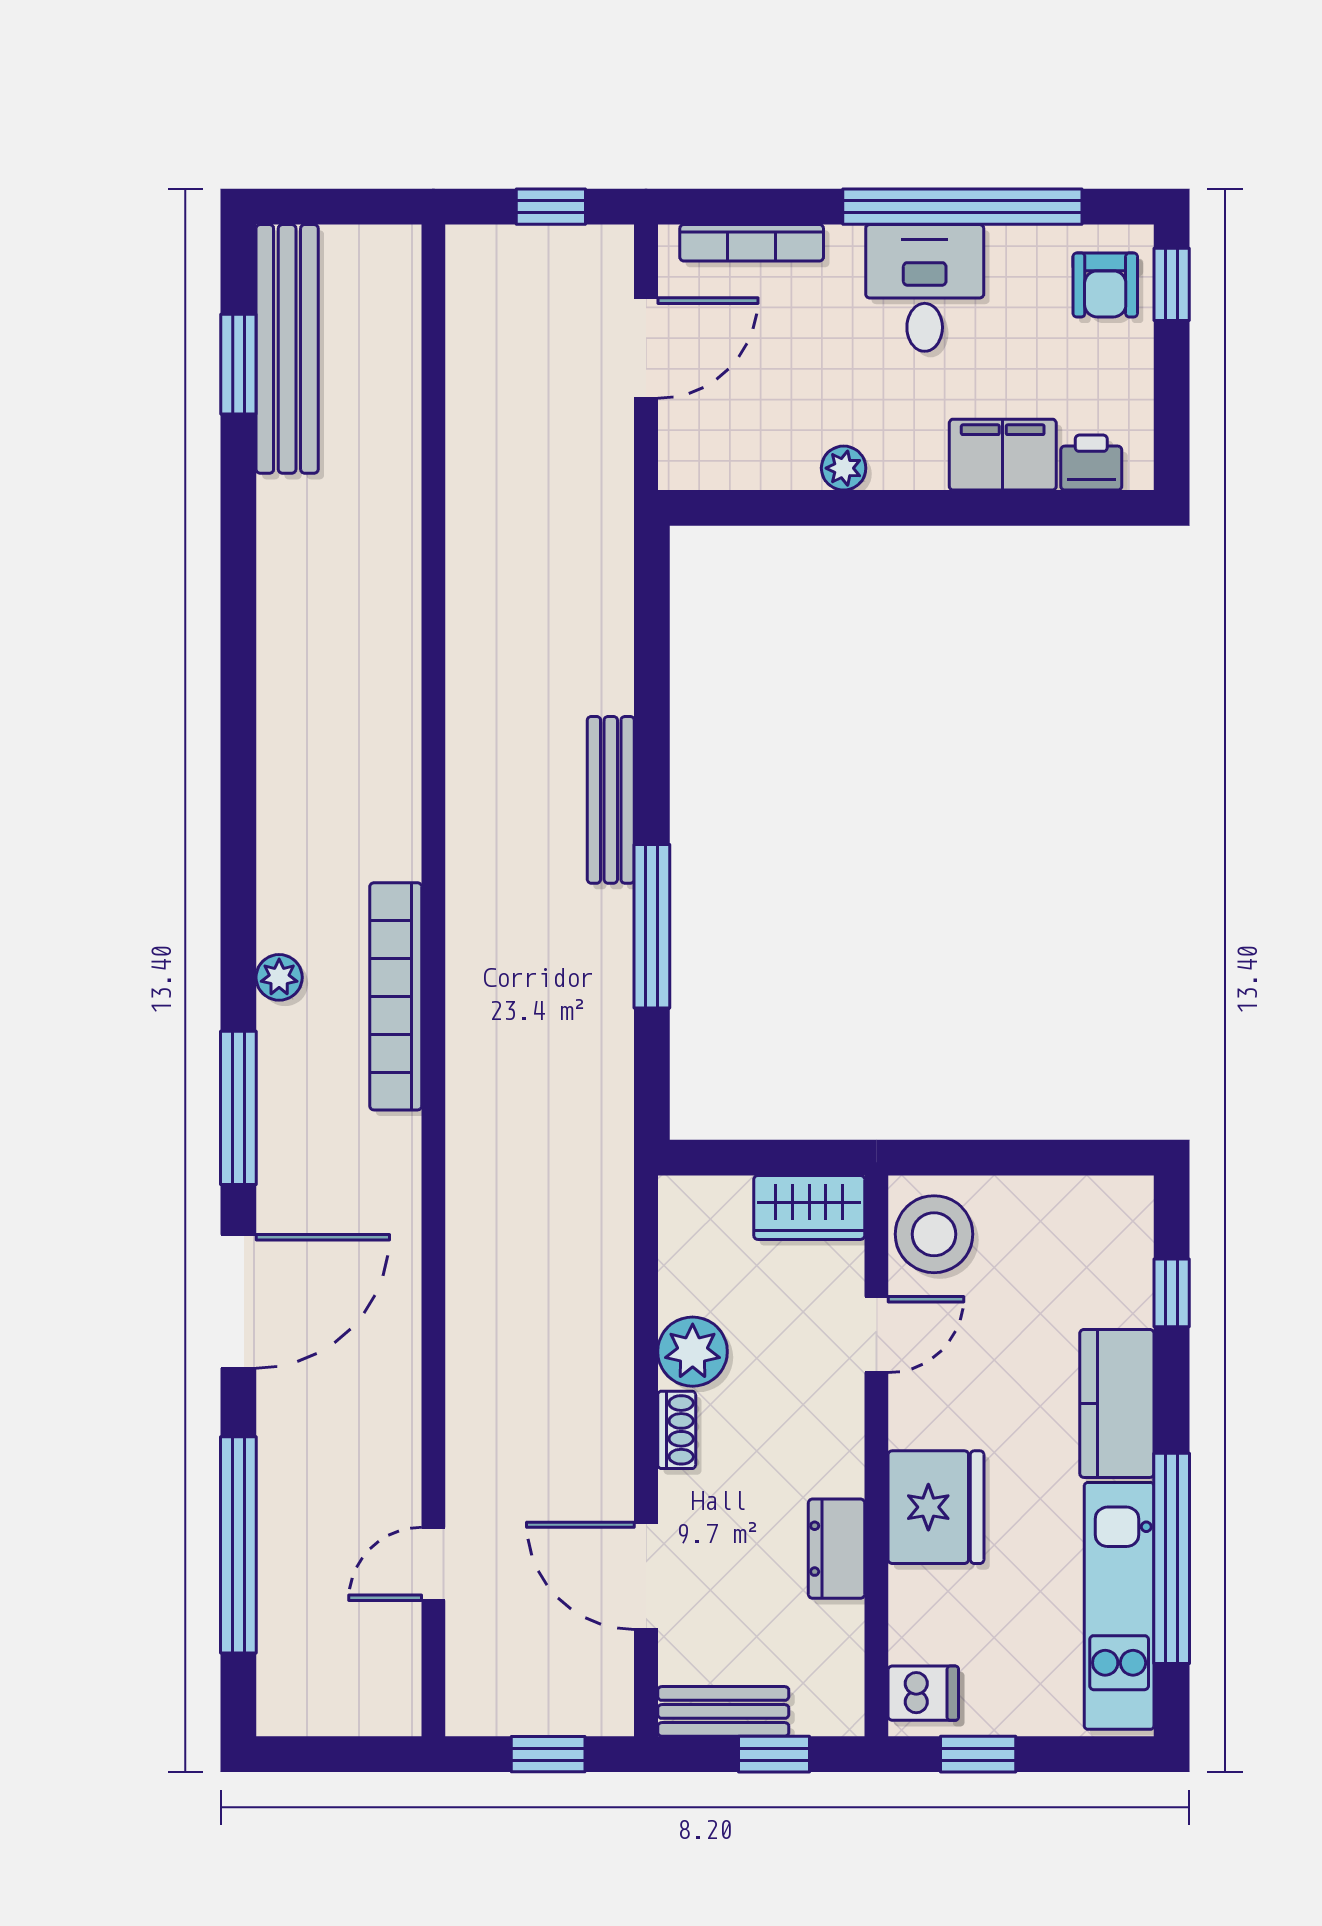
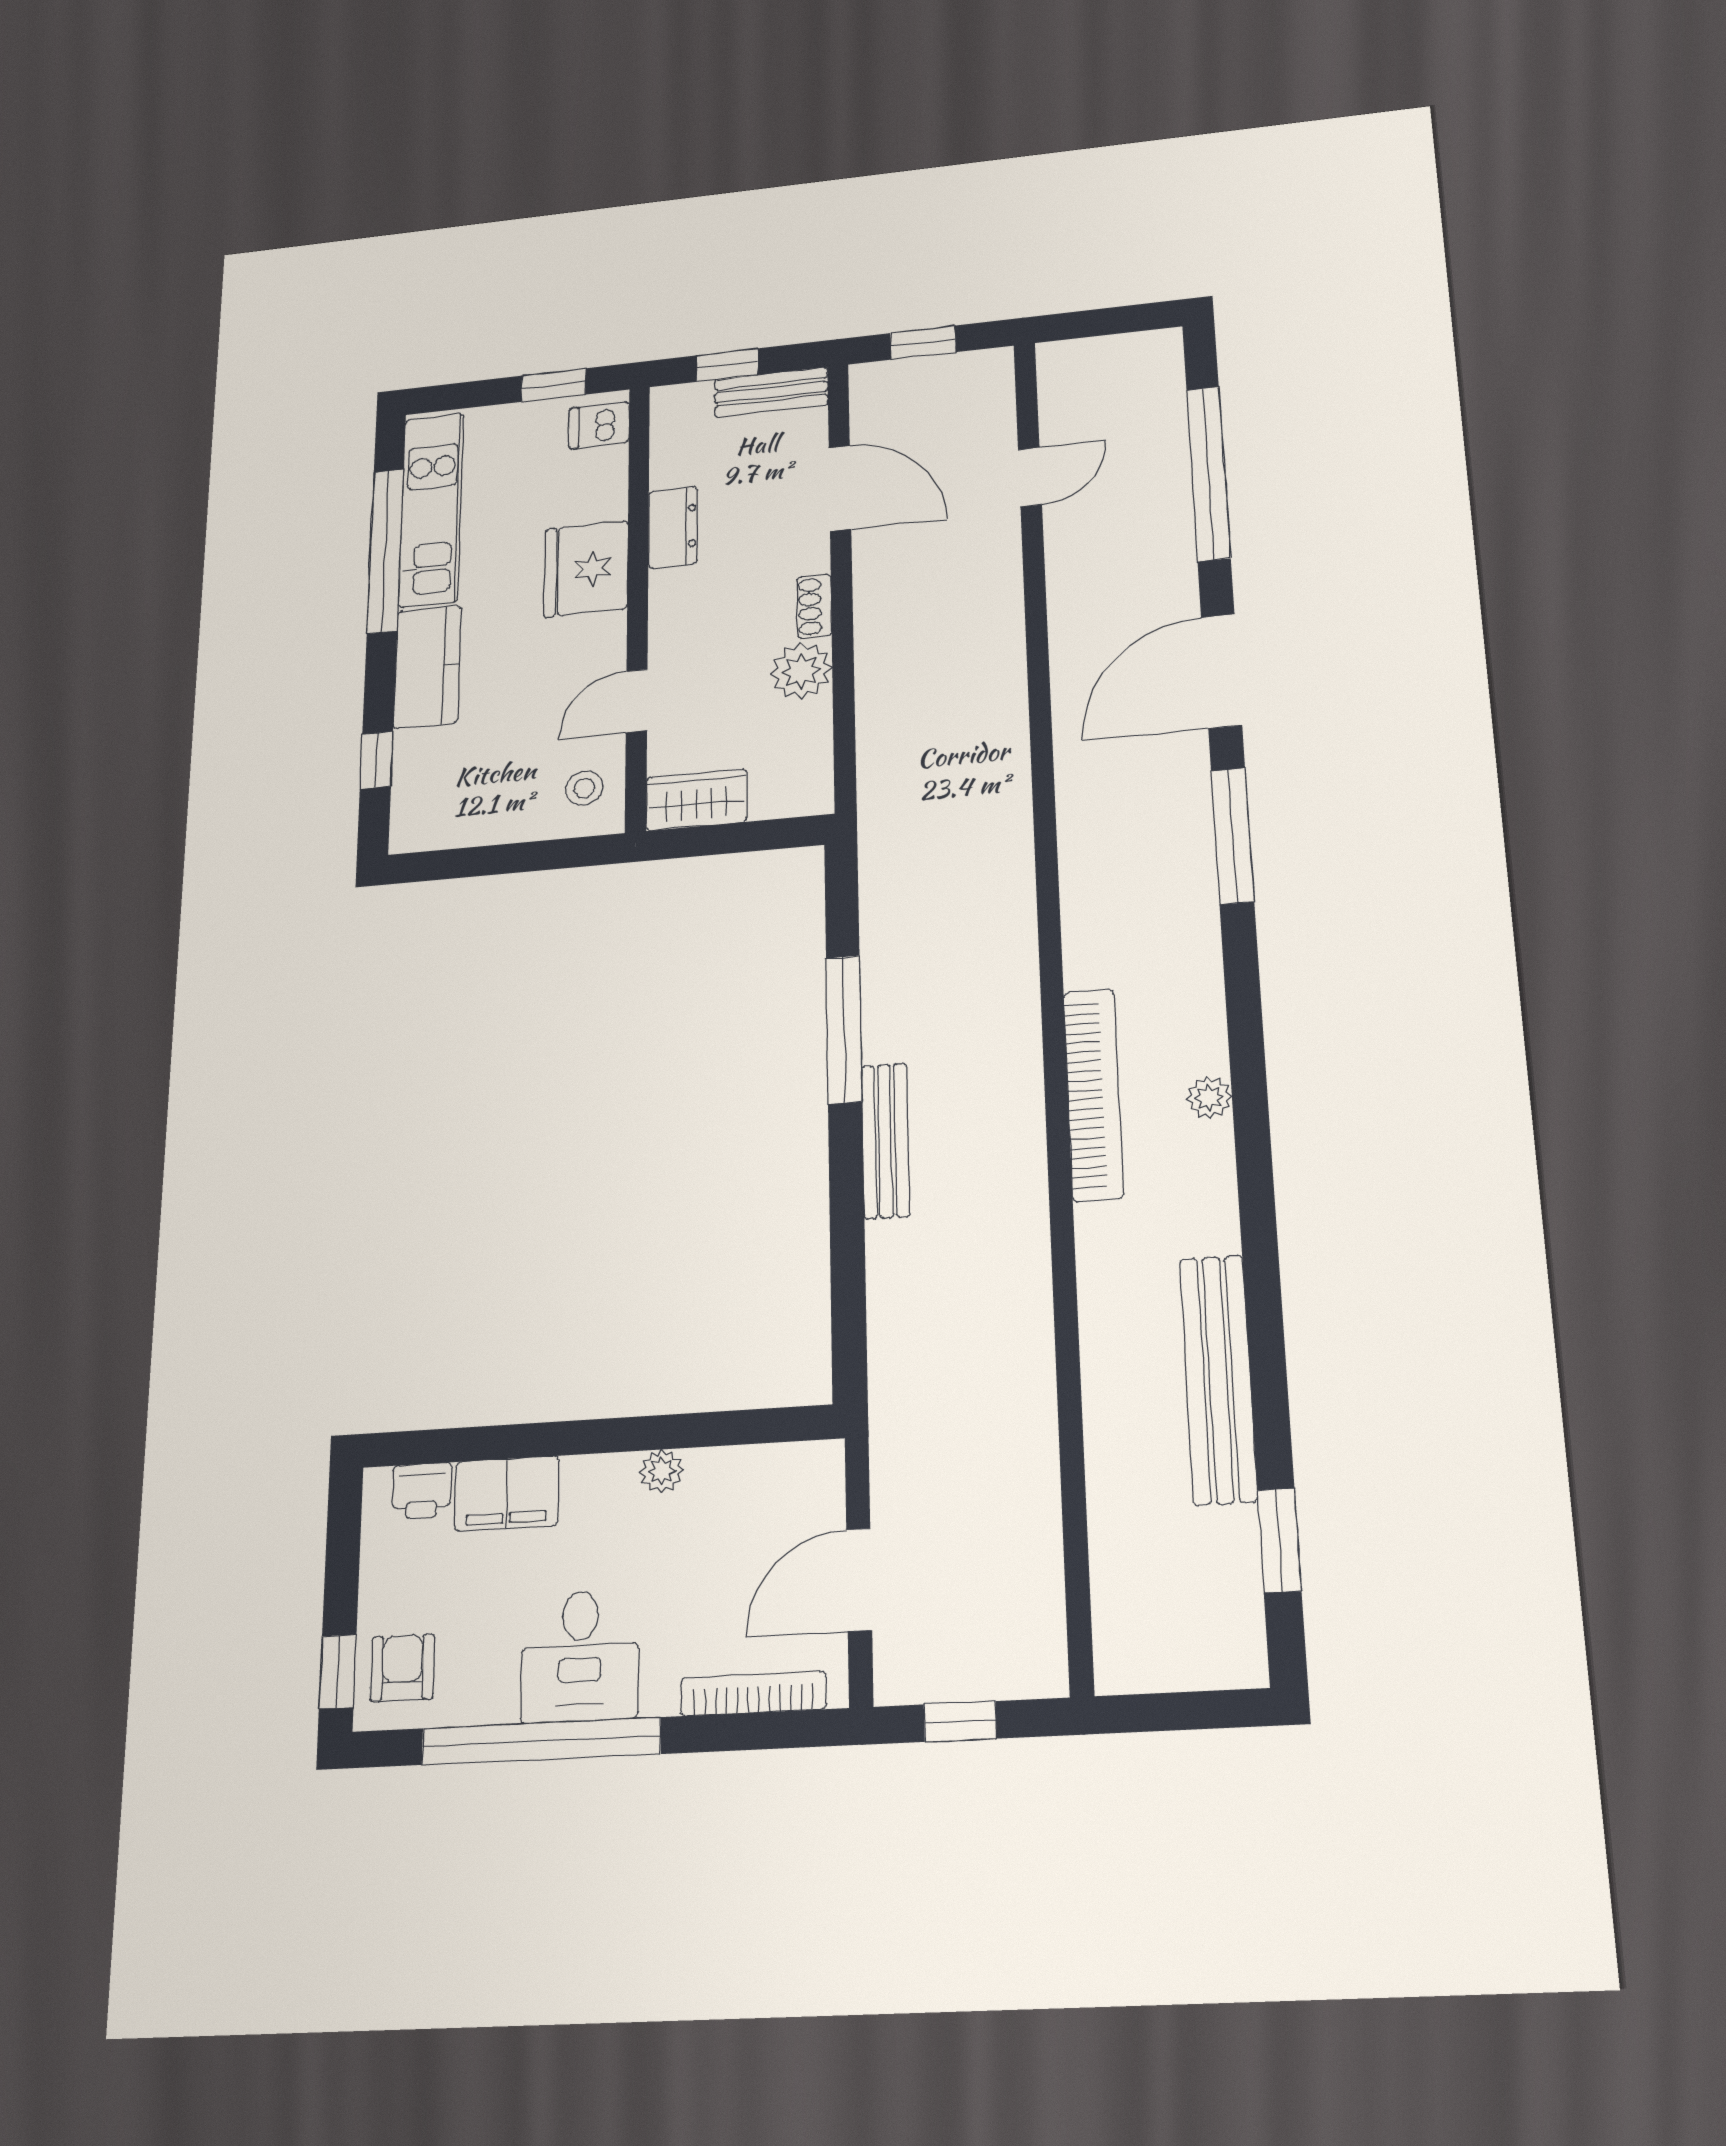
bench: (287, 349) -> (1218, 1379), moved
plant: (279, 977) -> (1209, 1098), moved
bookcase: (396, 996) -> (1093, 1094), moved
stool: (934, 1234) -> (584, 788), width x0.53, depth x0.53

